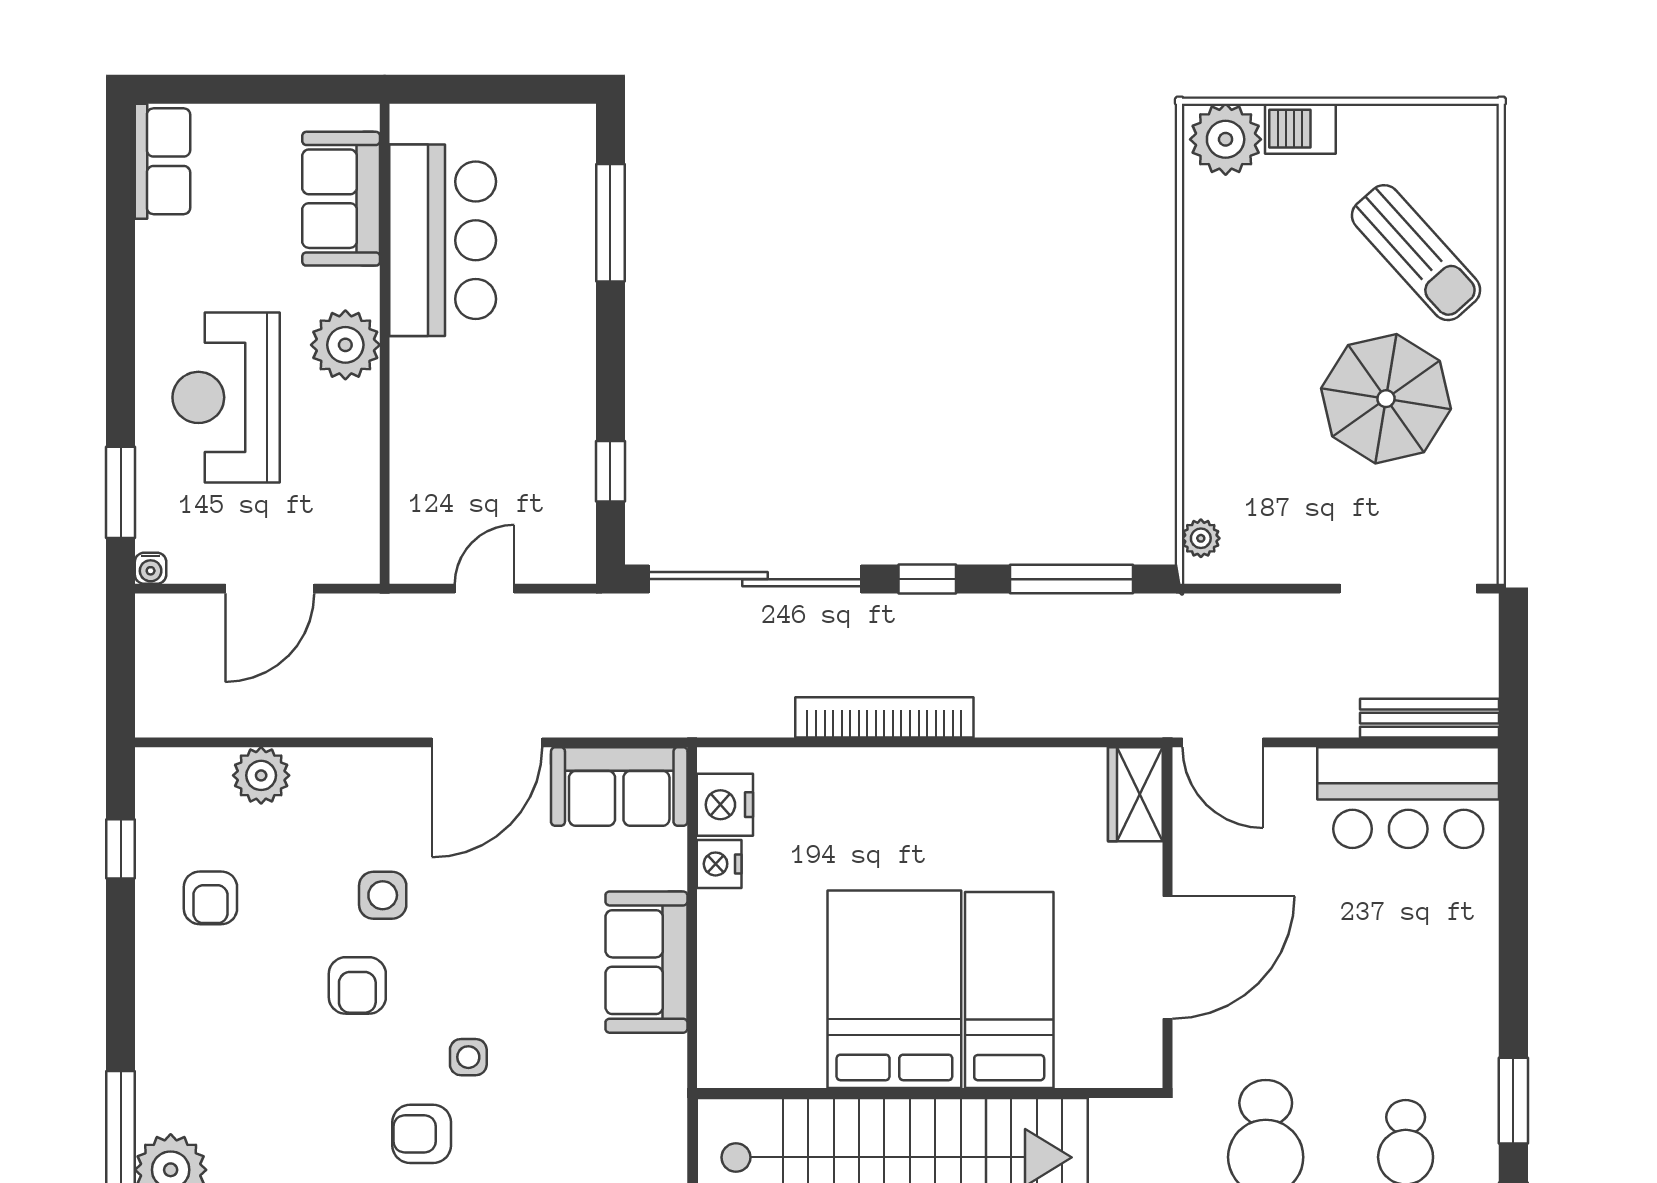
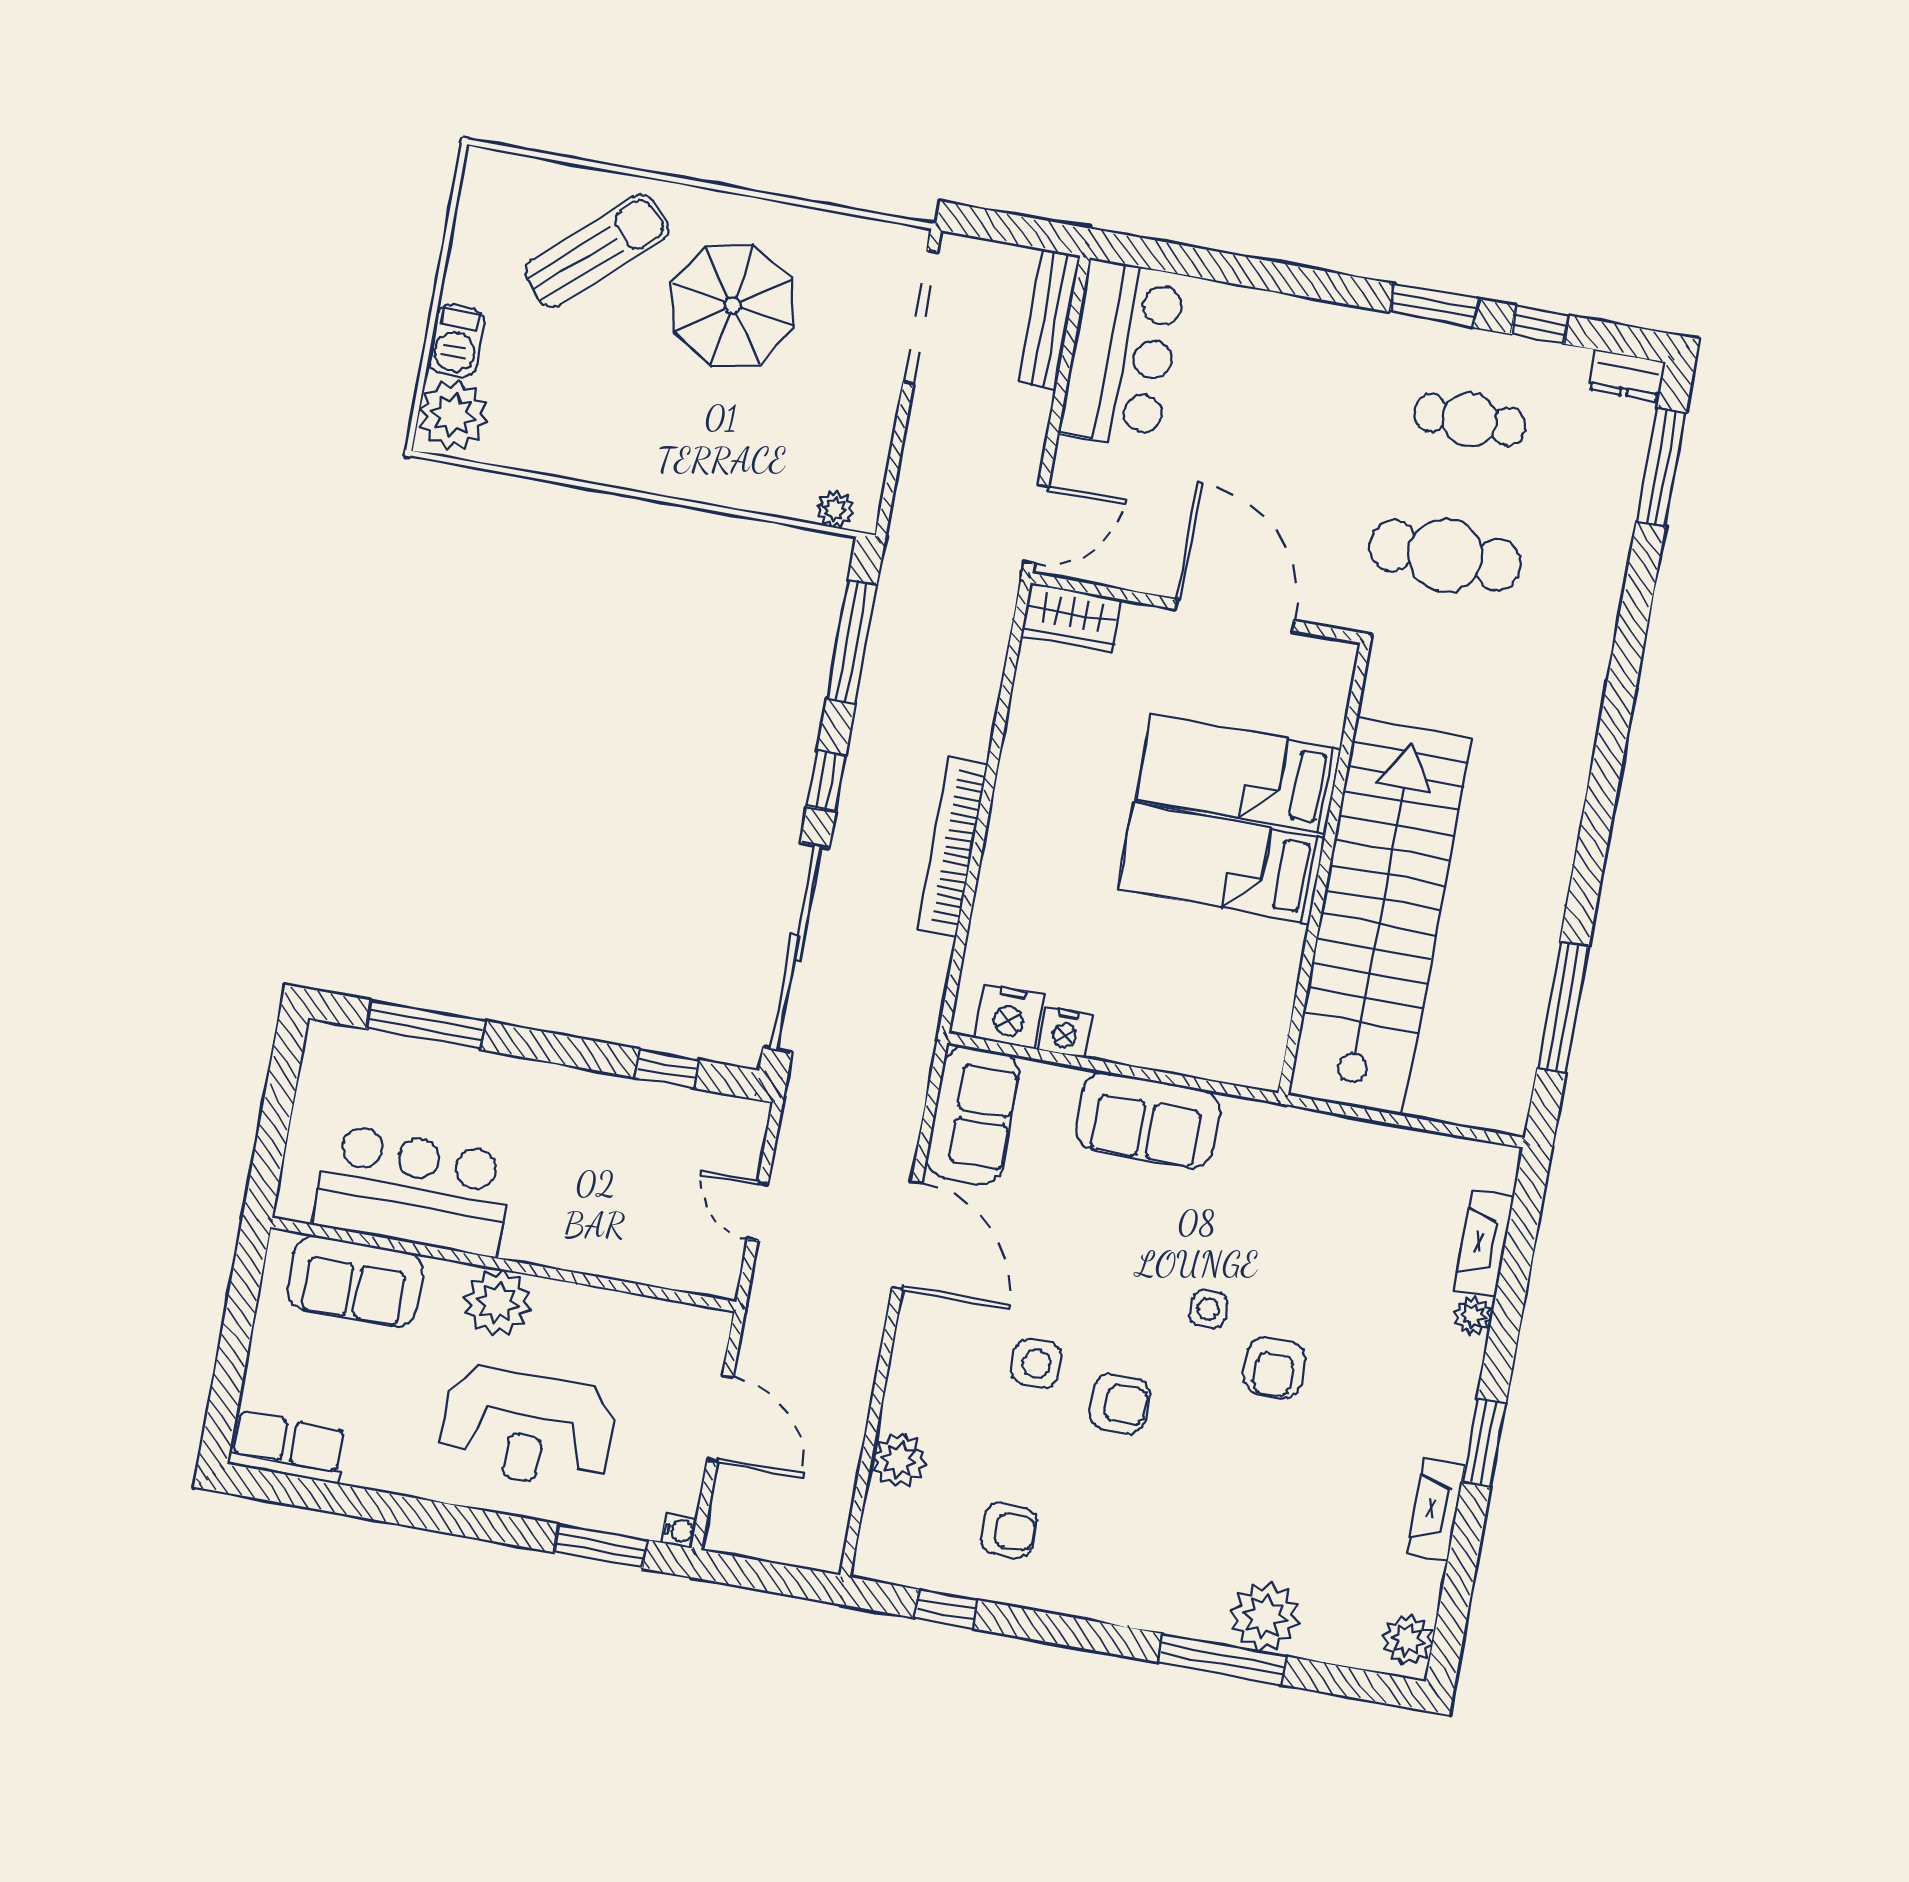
bed: (894, 989) -> (1221, 863), width x0.67

